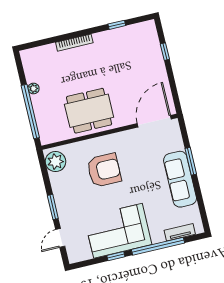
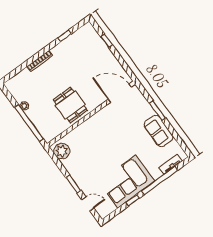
dining table: (89, 111) -> (70, 105), width x0.73
door: (154, 121) -> (120, 93), hinge flipped
armchair: (104, 170) -> (99, 143), removed
sofa: (180, 179) -> (159, 131), width x0.73
door: (60, 238) -> (88, 204), swing flipped

